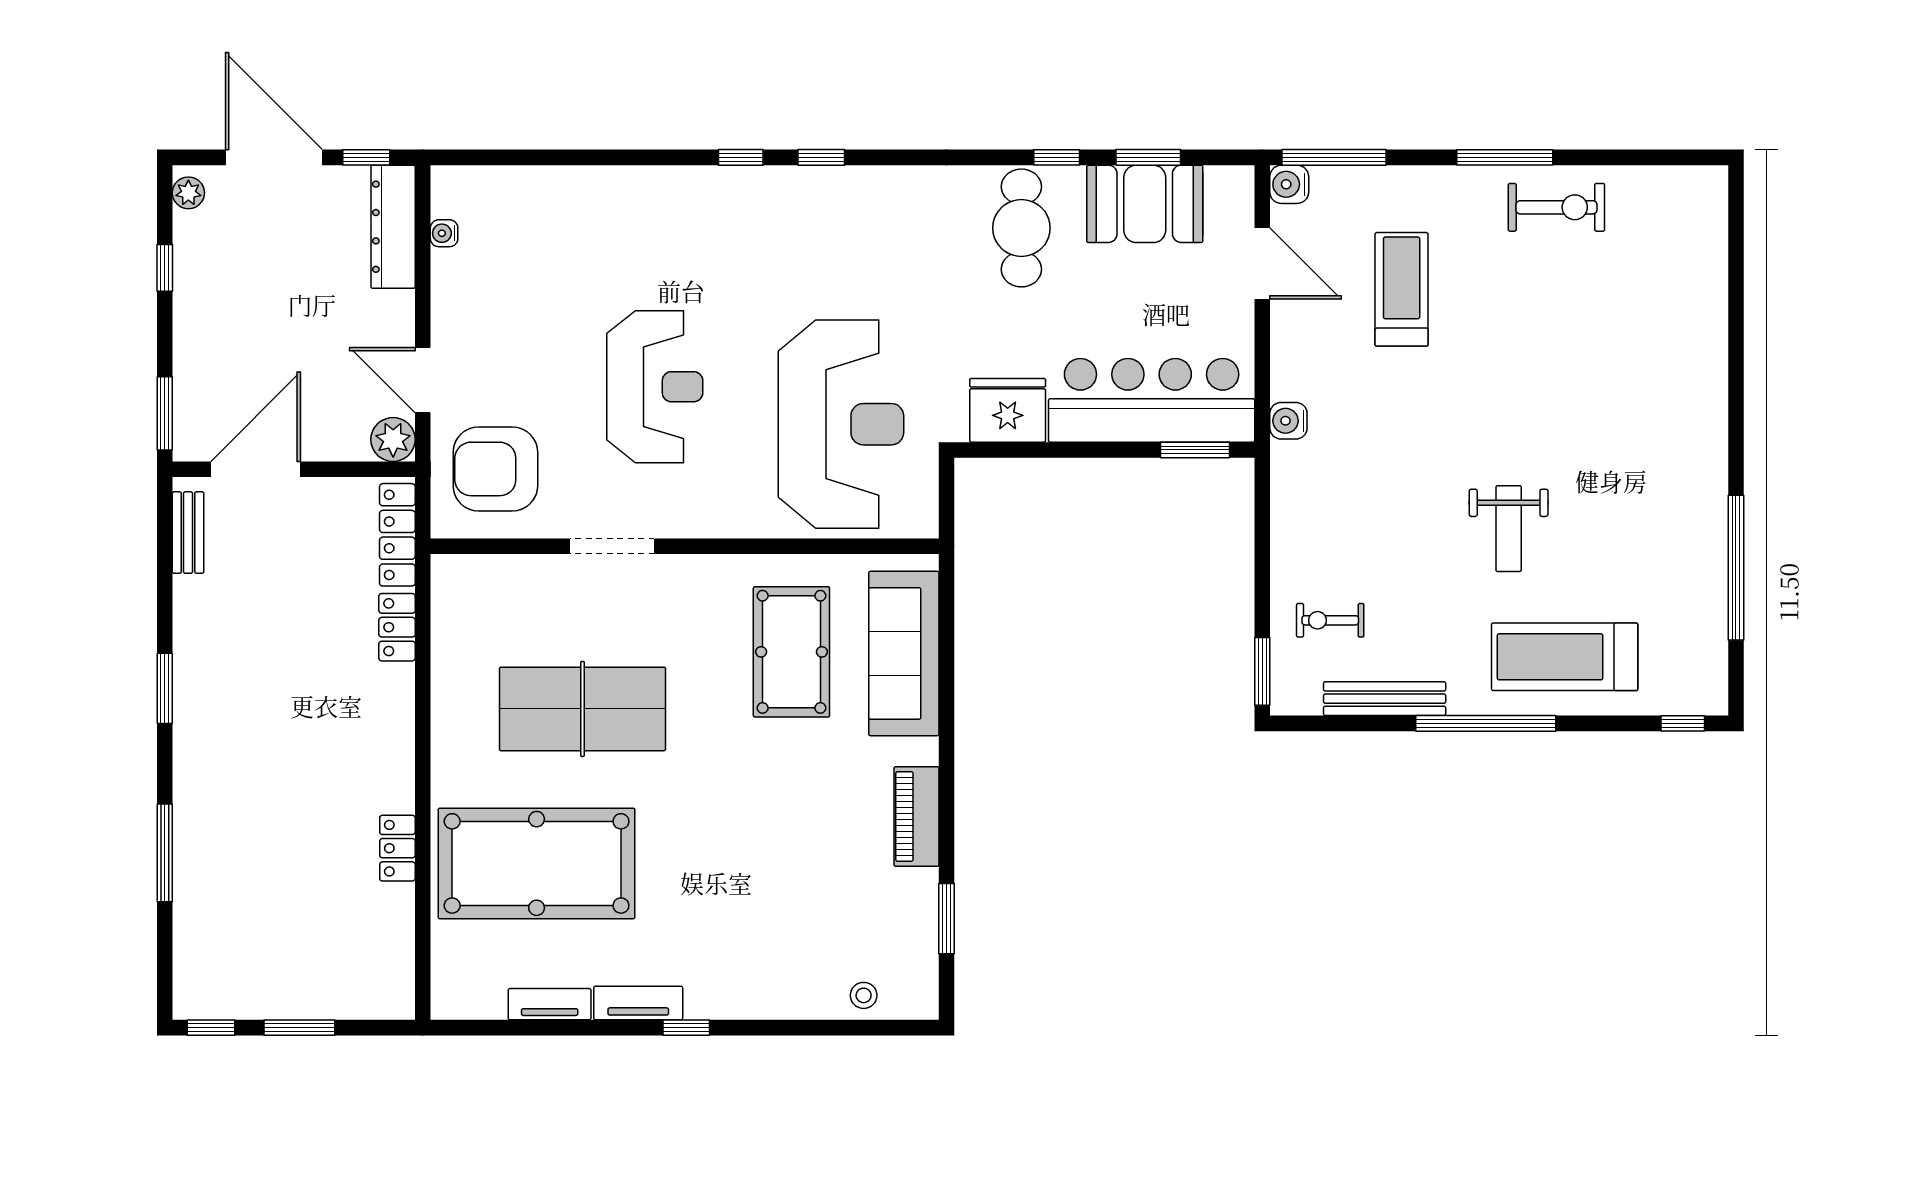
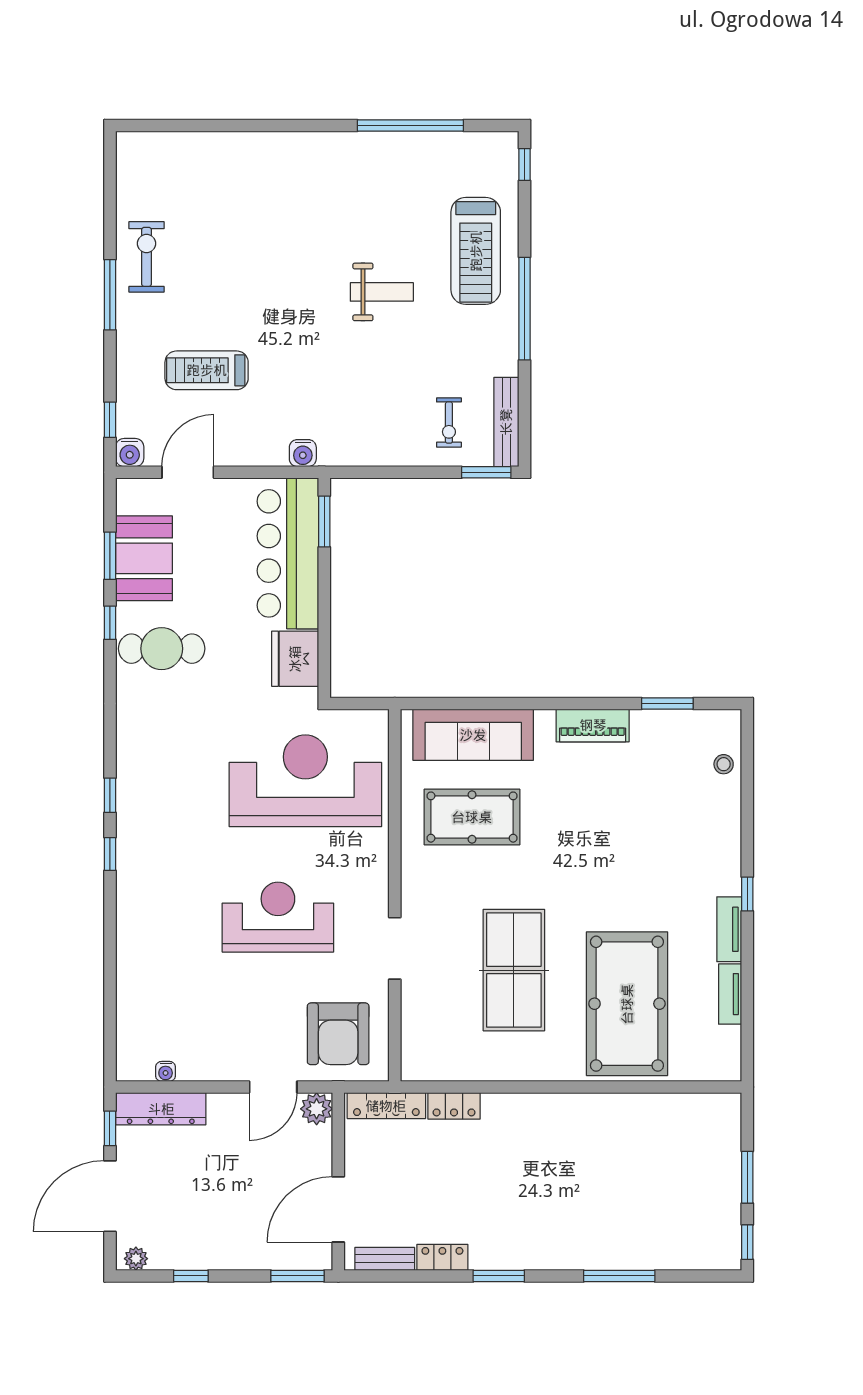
window: (1334, 157) -> (110, 420), width x0.46
door: (256, 469) -> (338, 1209), hinge flipped
bench: (1385, 699) -> (506, 422), moved
locker: (397, 848) -> (442, 1257), moved, turned 180

